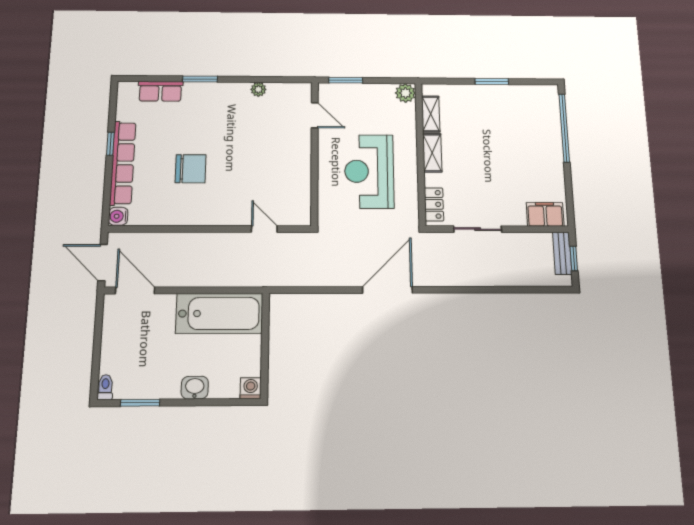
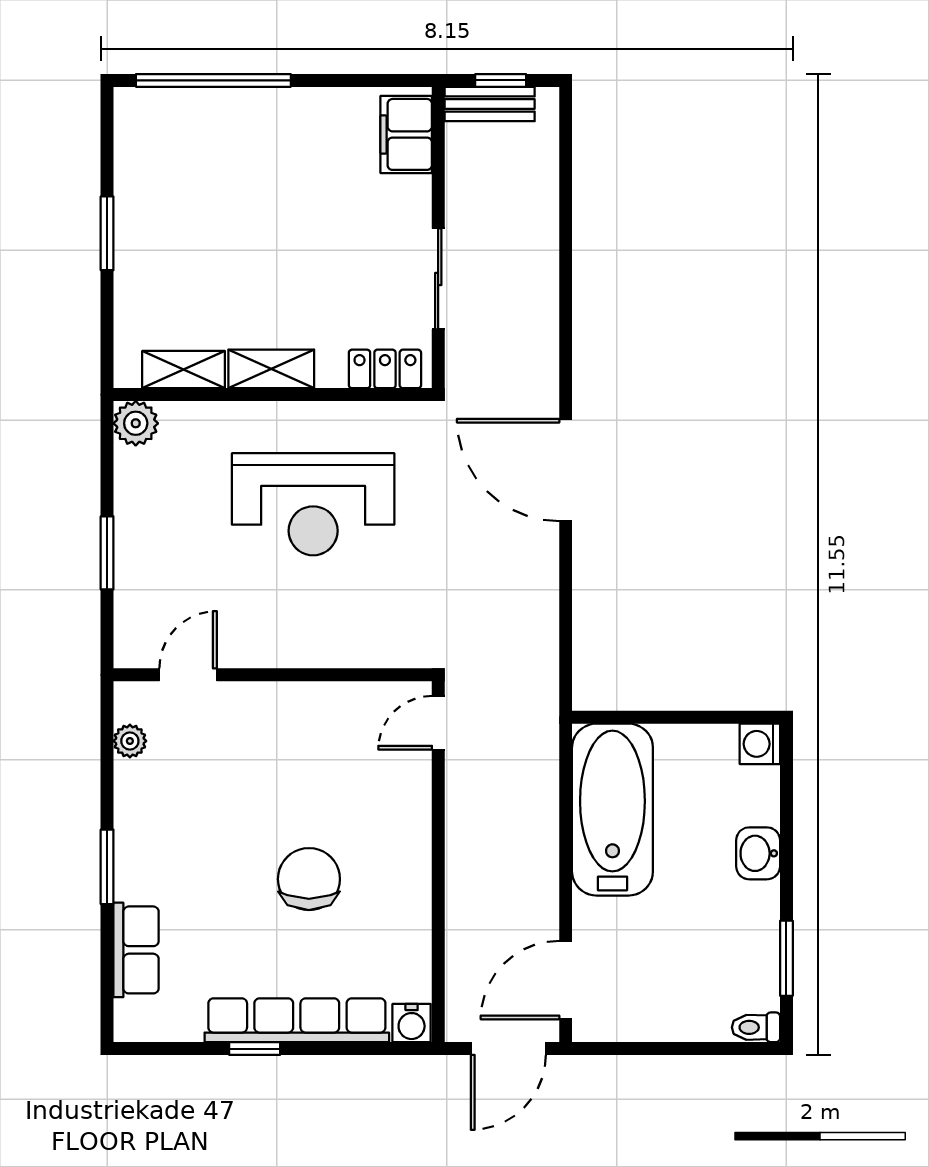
door: (315, 115) -> (188, 675), moved
wall: (315, 153) -> (273, 675), moved

